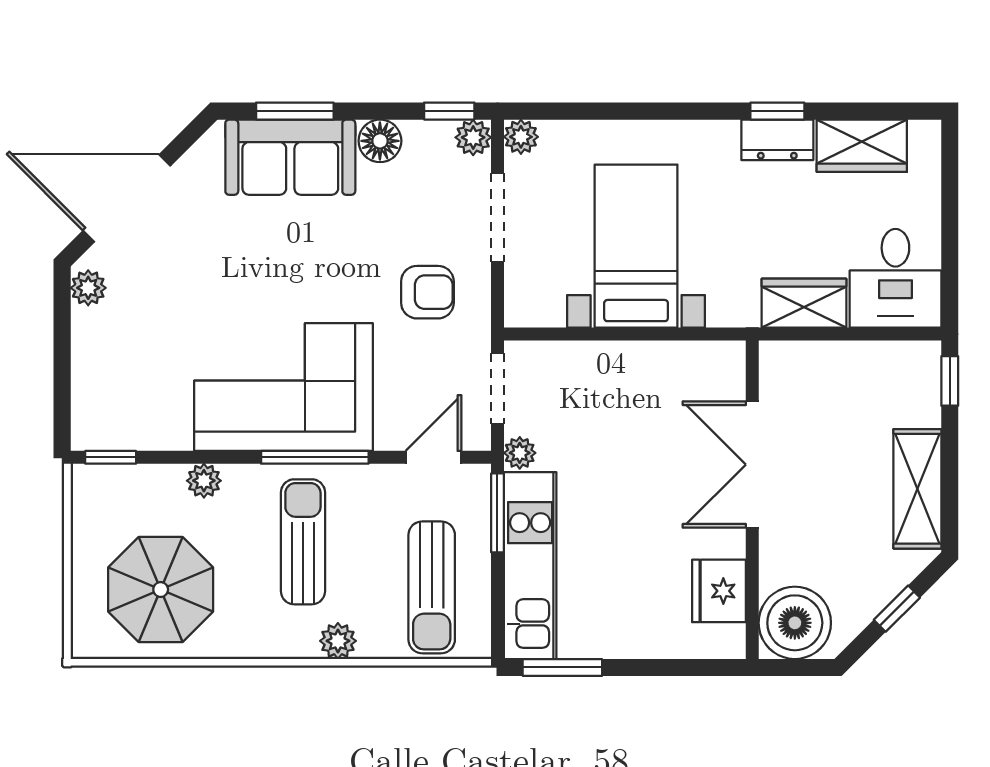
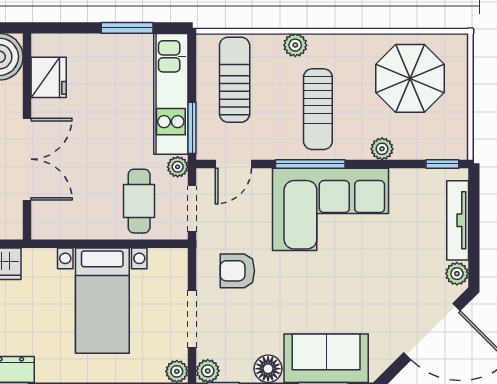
tv unit: (87, 370) -> (458, 220), added
cafe table: (579, 400) -> (139, 201), added
window: (562, 667) -> (127, 28), moved

